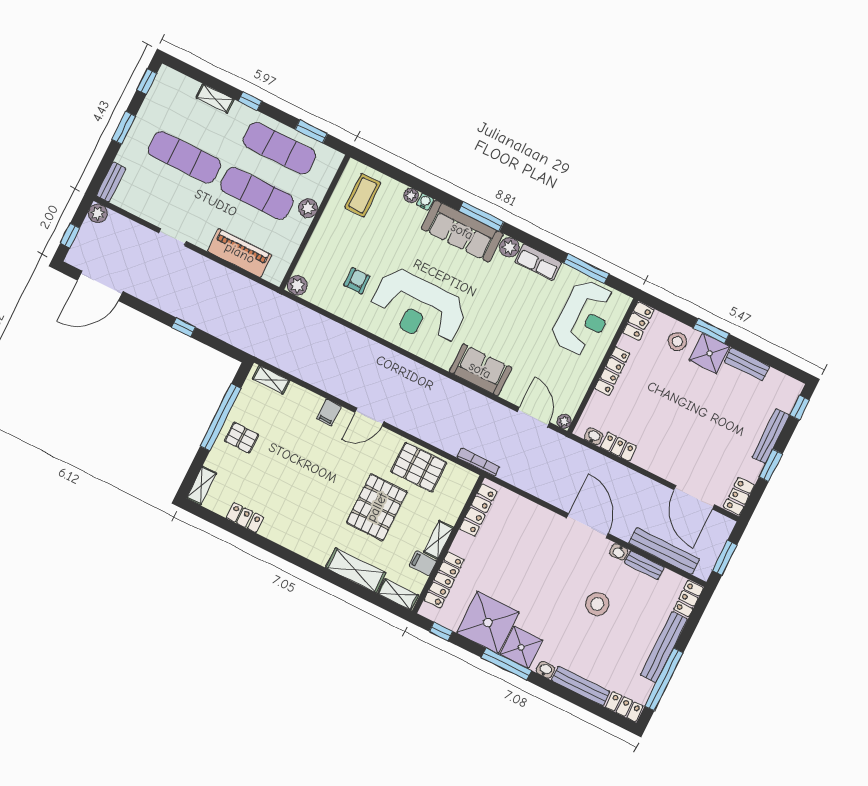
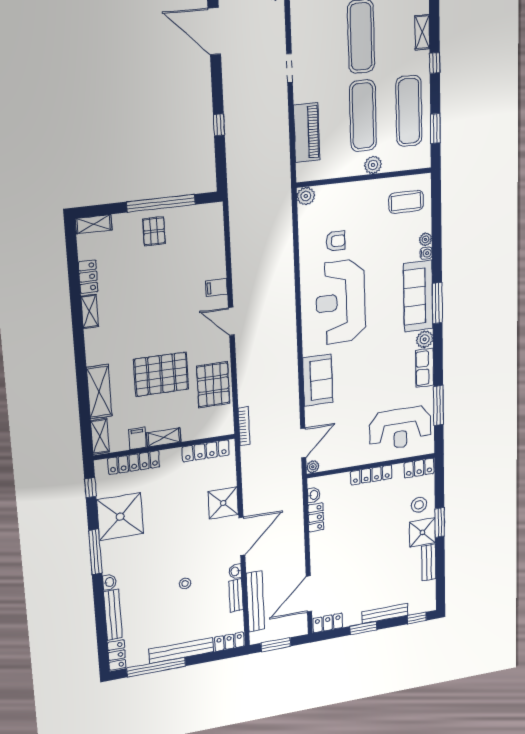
shelving: (271, 380) -> (90, 311), moved
stool: (597, 604) -> (185, 583), width x0.53, depth x0.53
shower: (521, 647) -> (223, 503), moved

